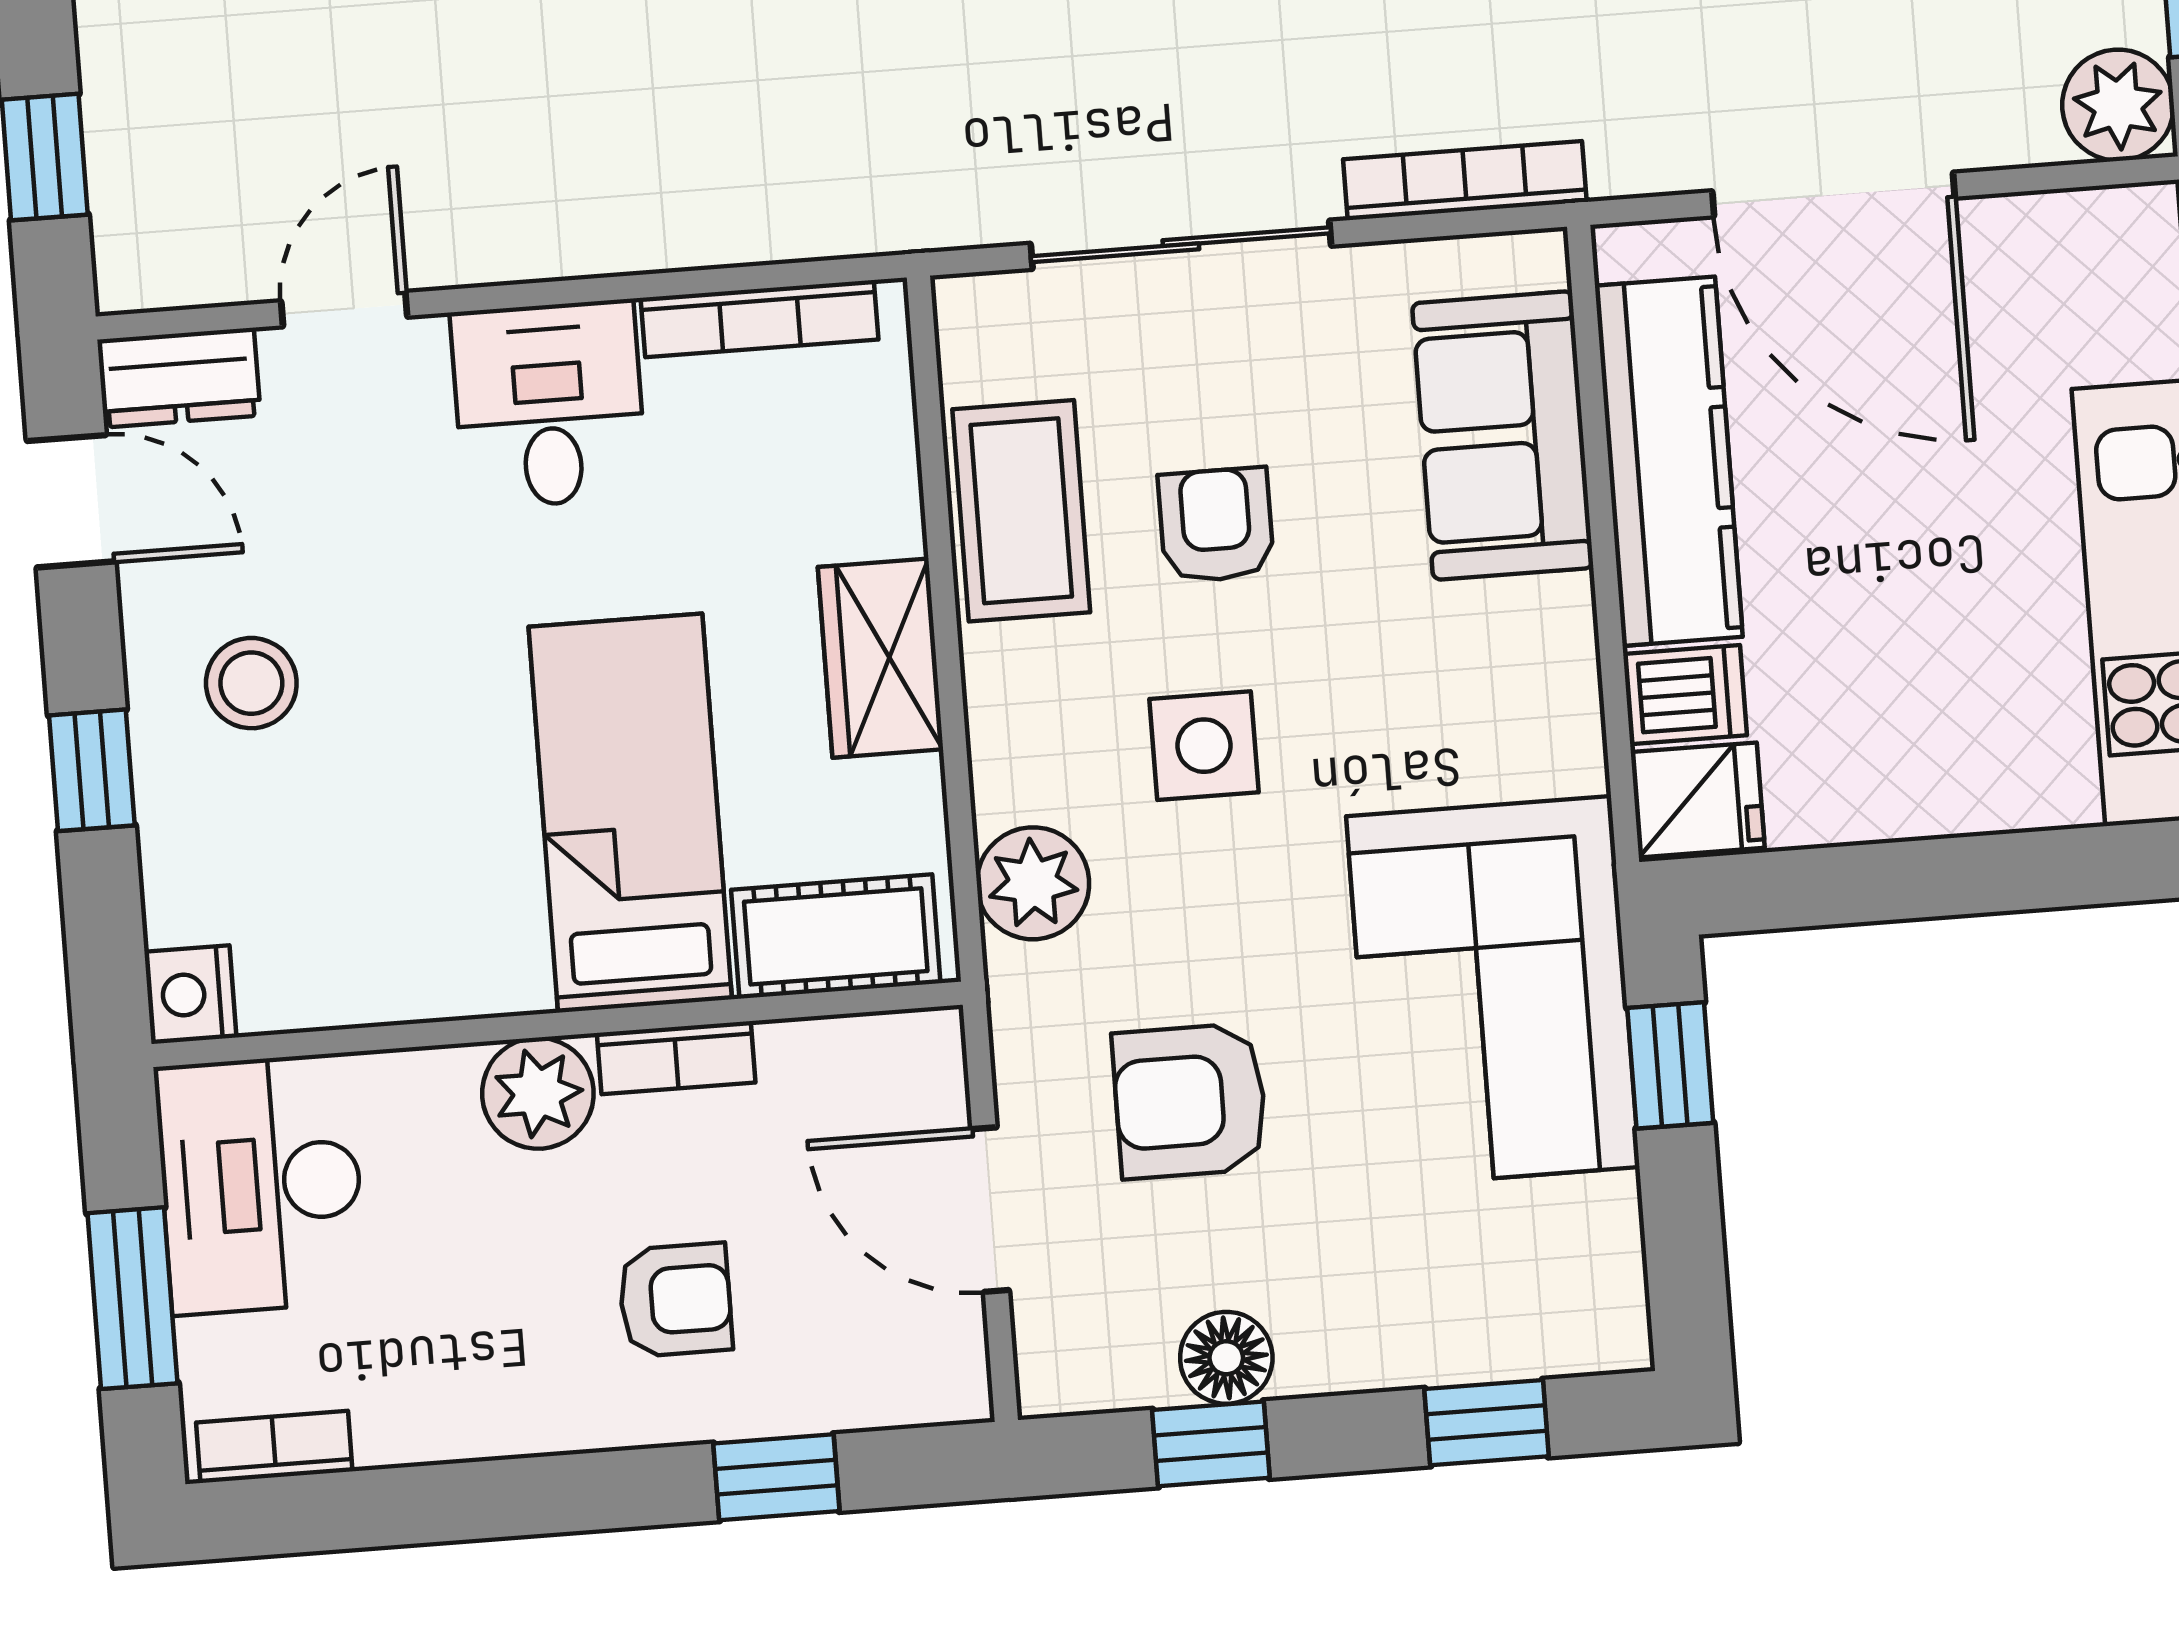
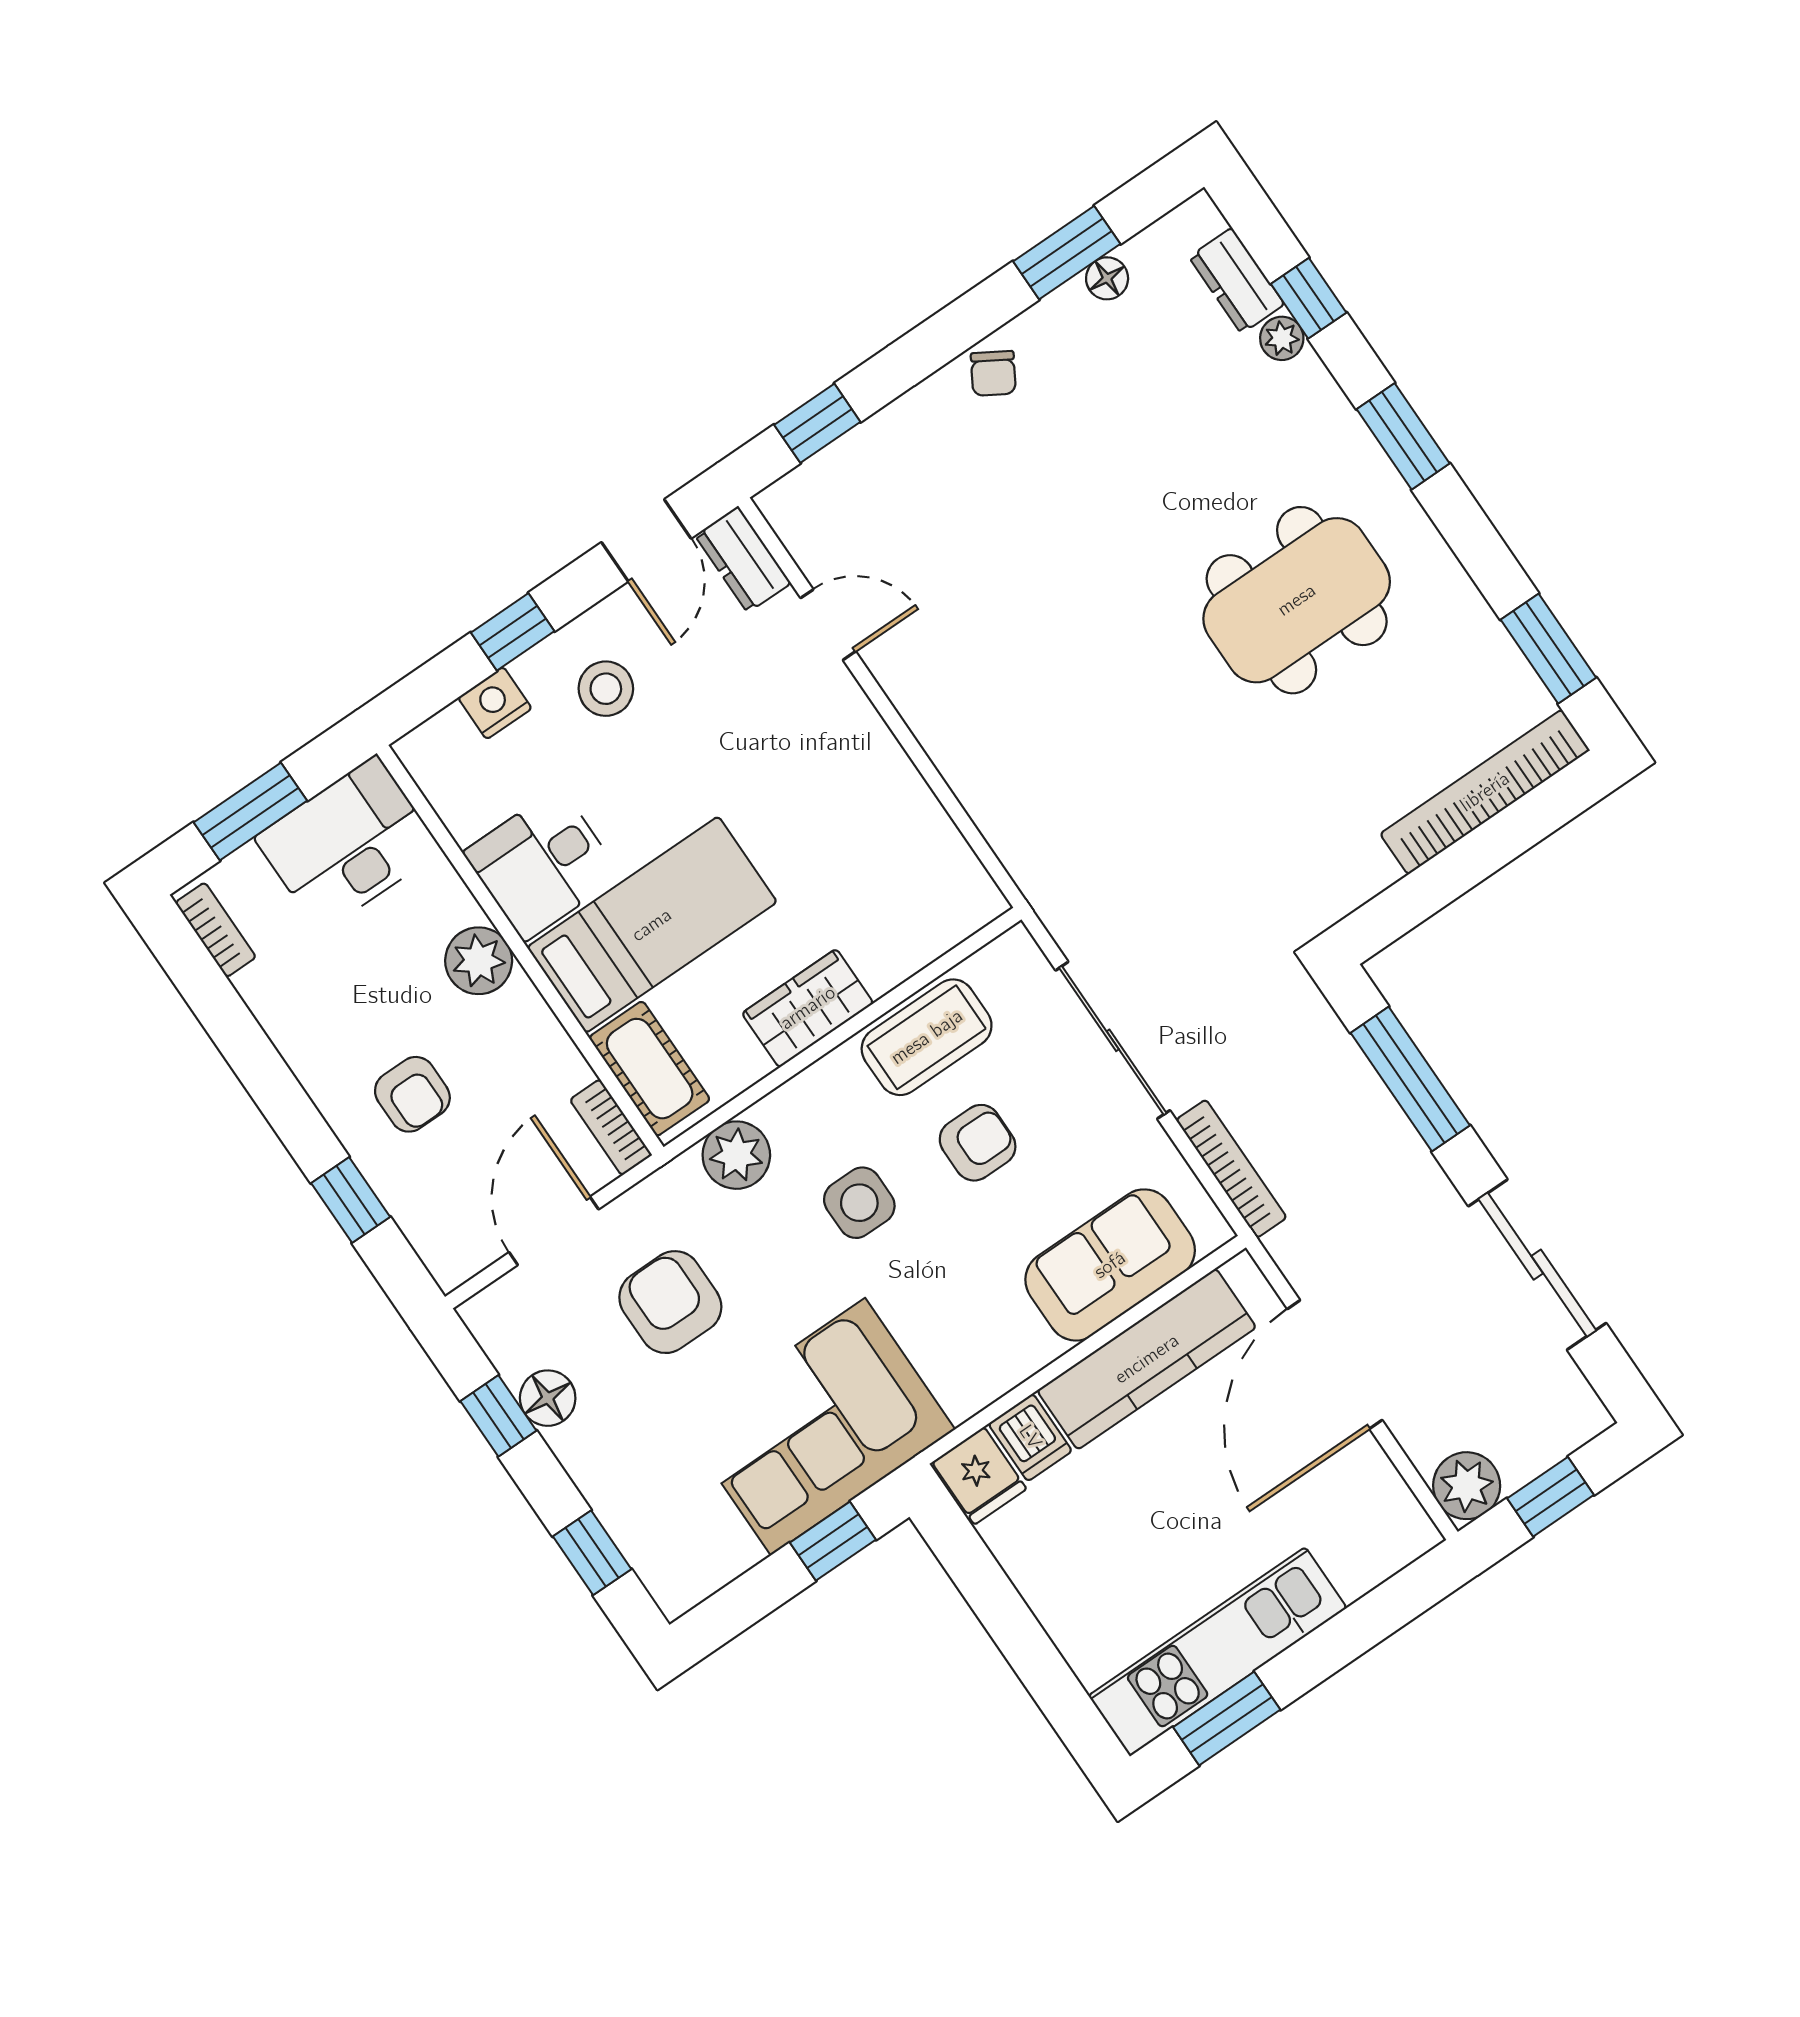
bookcase: (759, 319) -> (948, 843), removed
desk: (549, 405) -> (542, 864), moved, turned 180
nightstand: (190, 995) -> (495, 703), moved
bookcase: (676, 1058) -> (611, 1127), moved

